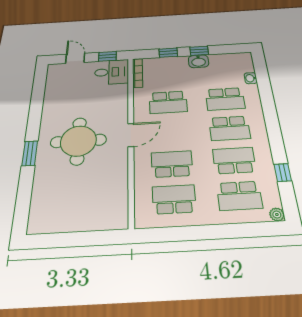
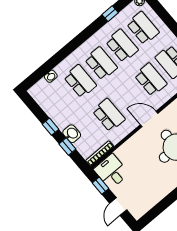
washbasin: (199, 61) -> (72, 134), moved
school desk: (234, 160) -> (122, 46), turned 180
school desk: (172, 164) -> (151, 80), turned 180

